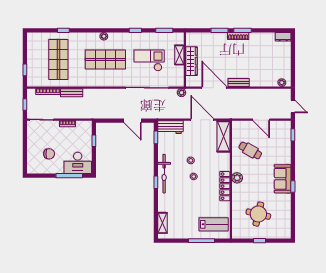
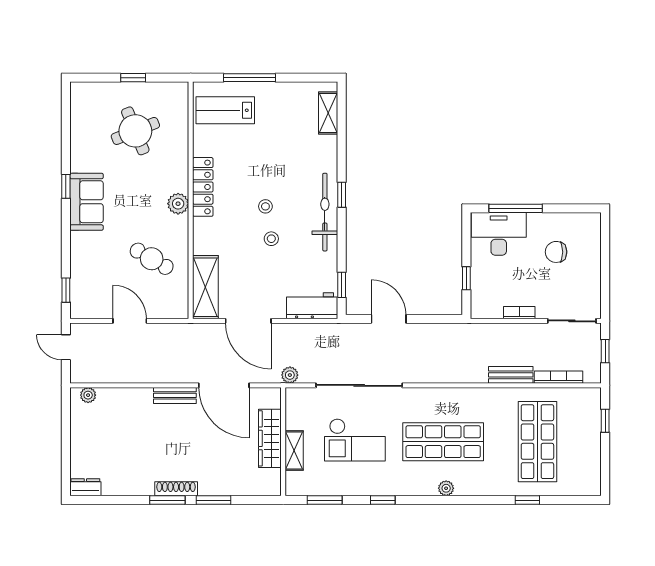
round table: (258, 214) -> (135, 131), turned -35

